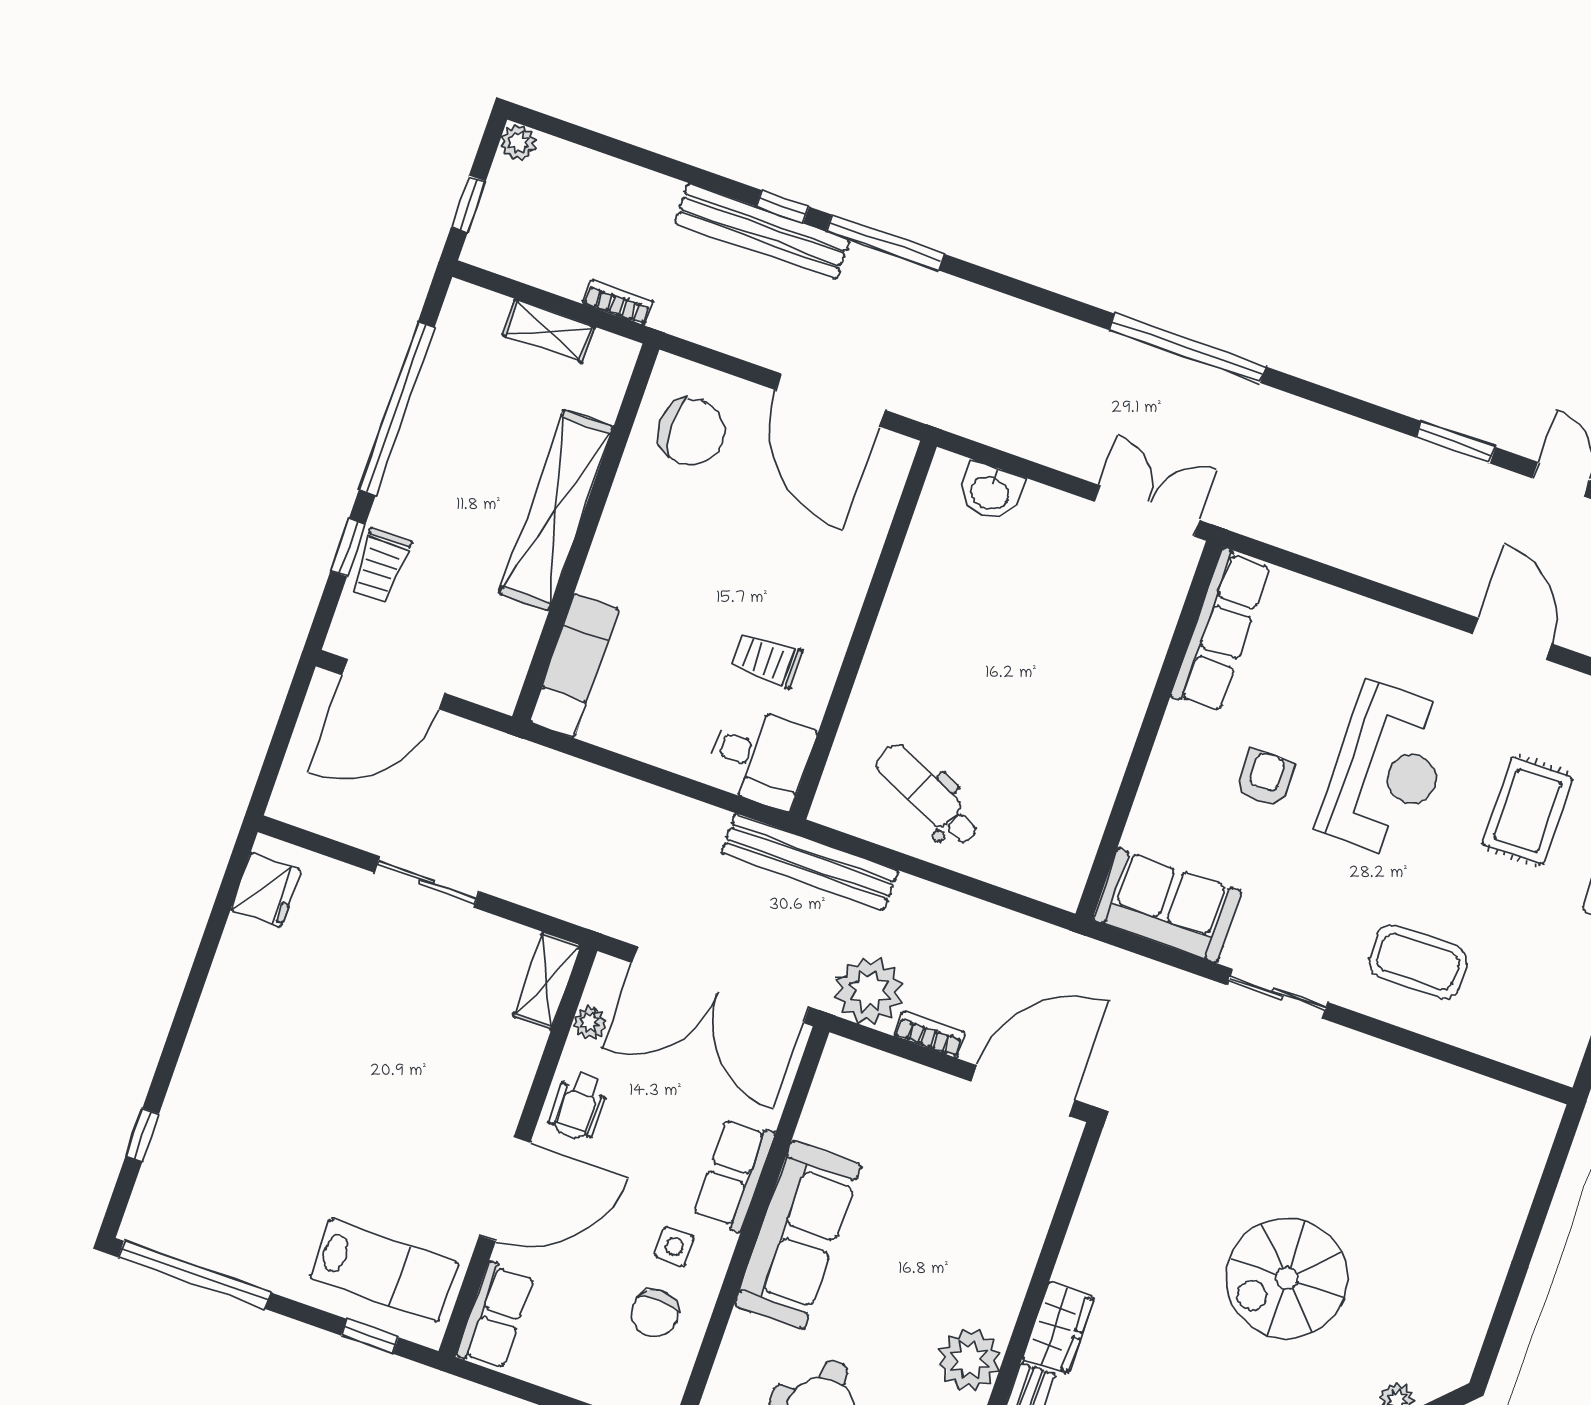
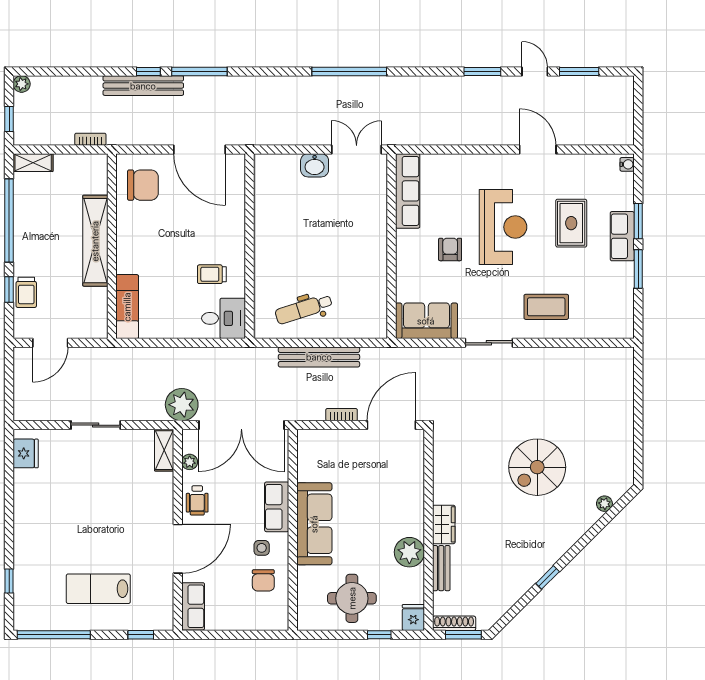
shelving: (549, 331) -> (33, 163), moved
washbasin: (990, 492) -> (315, 165), moved
door: (393, 684) -> (50, 343), width x0.73
dental chair: (928, 795) -> (304, 309), turned -43
bench: (810, 862) -> (319, 357), moved
plant: (869, 991) -> (182, 405), moved
lab bench: (384, 1270) -> (98, 589), moved, turned 180

